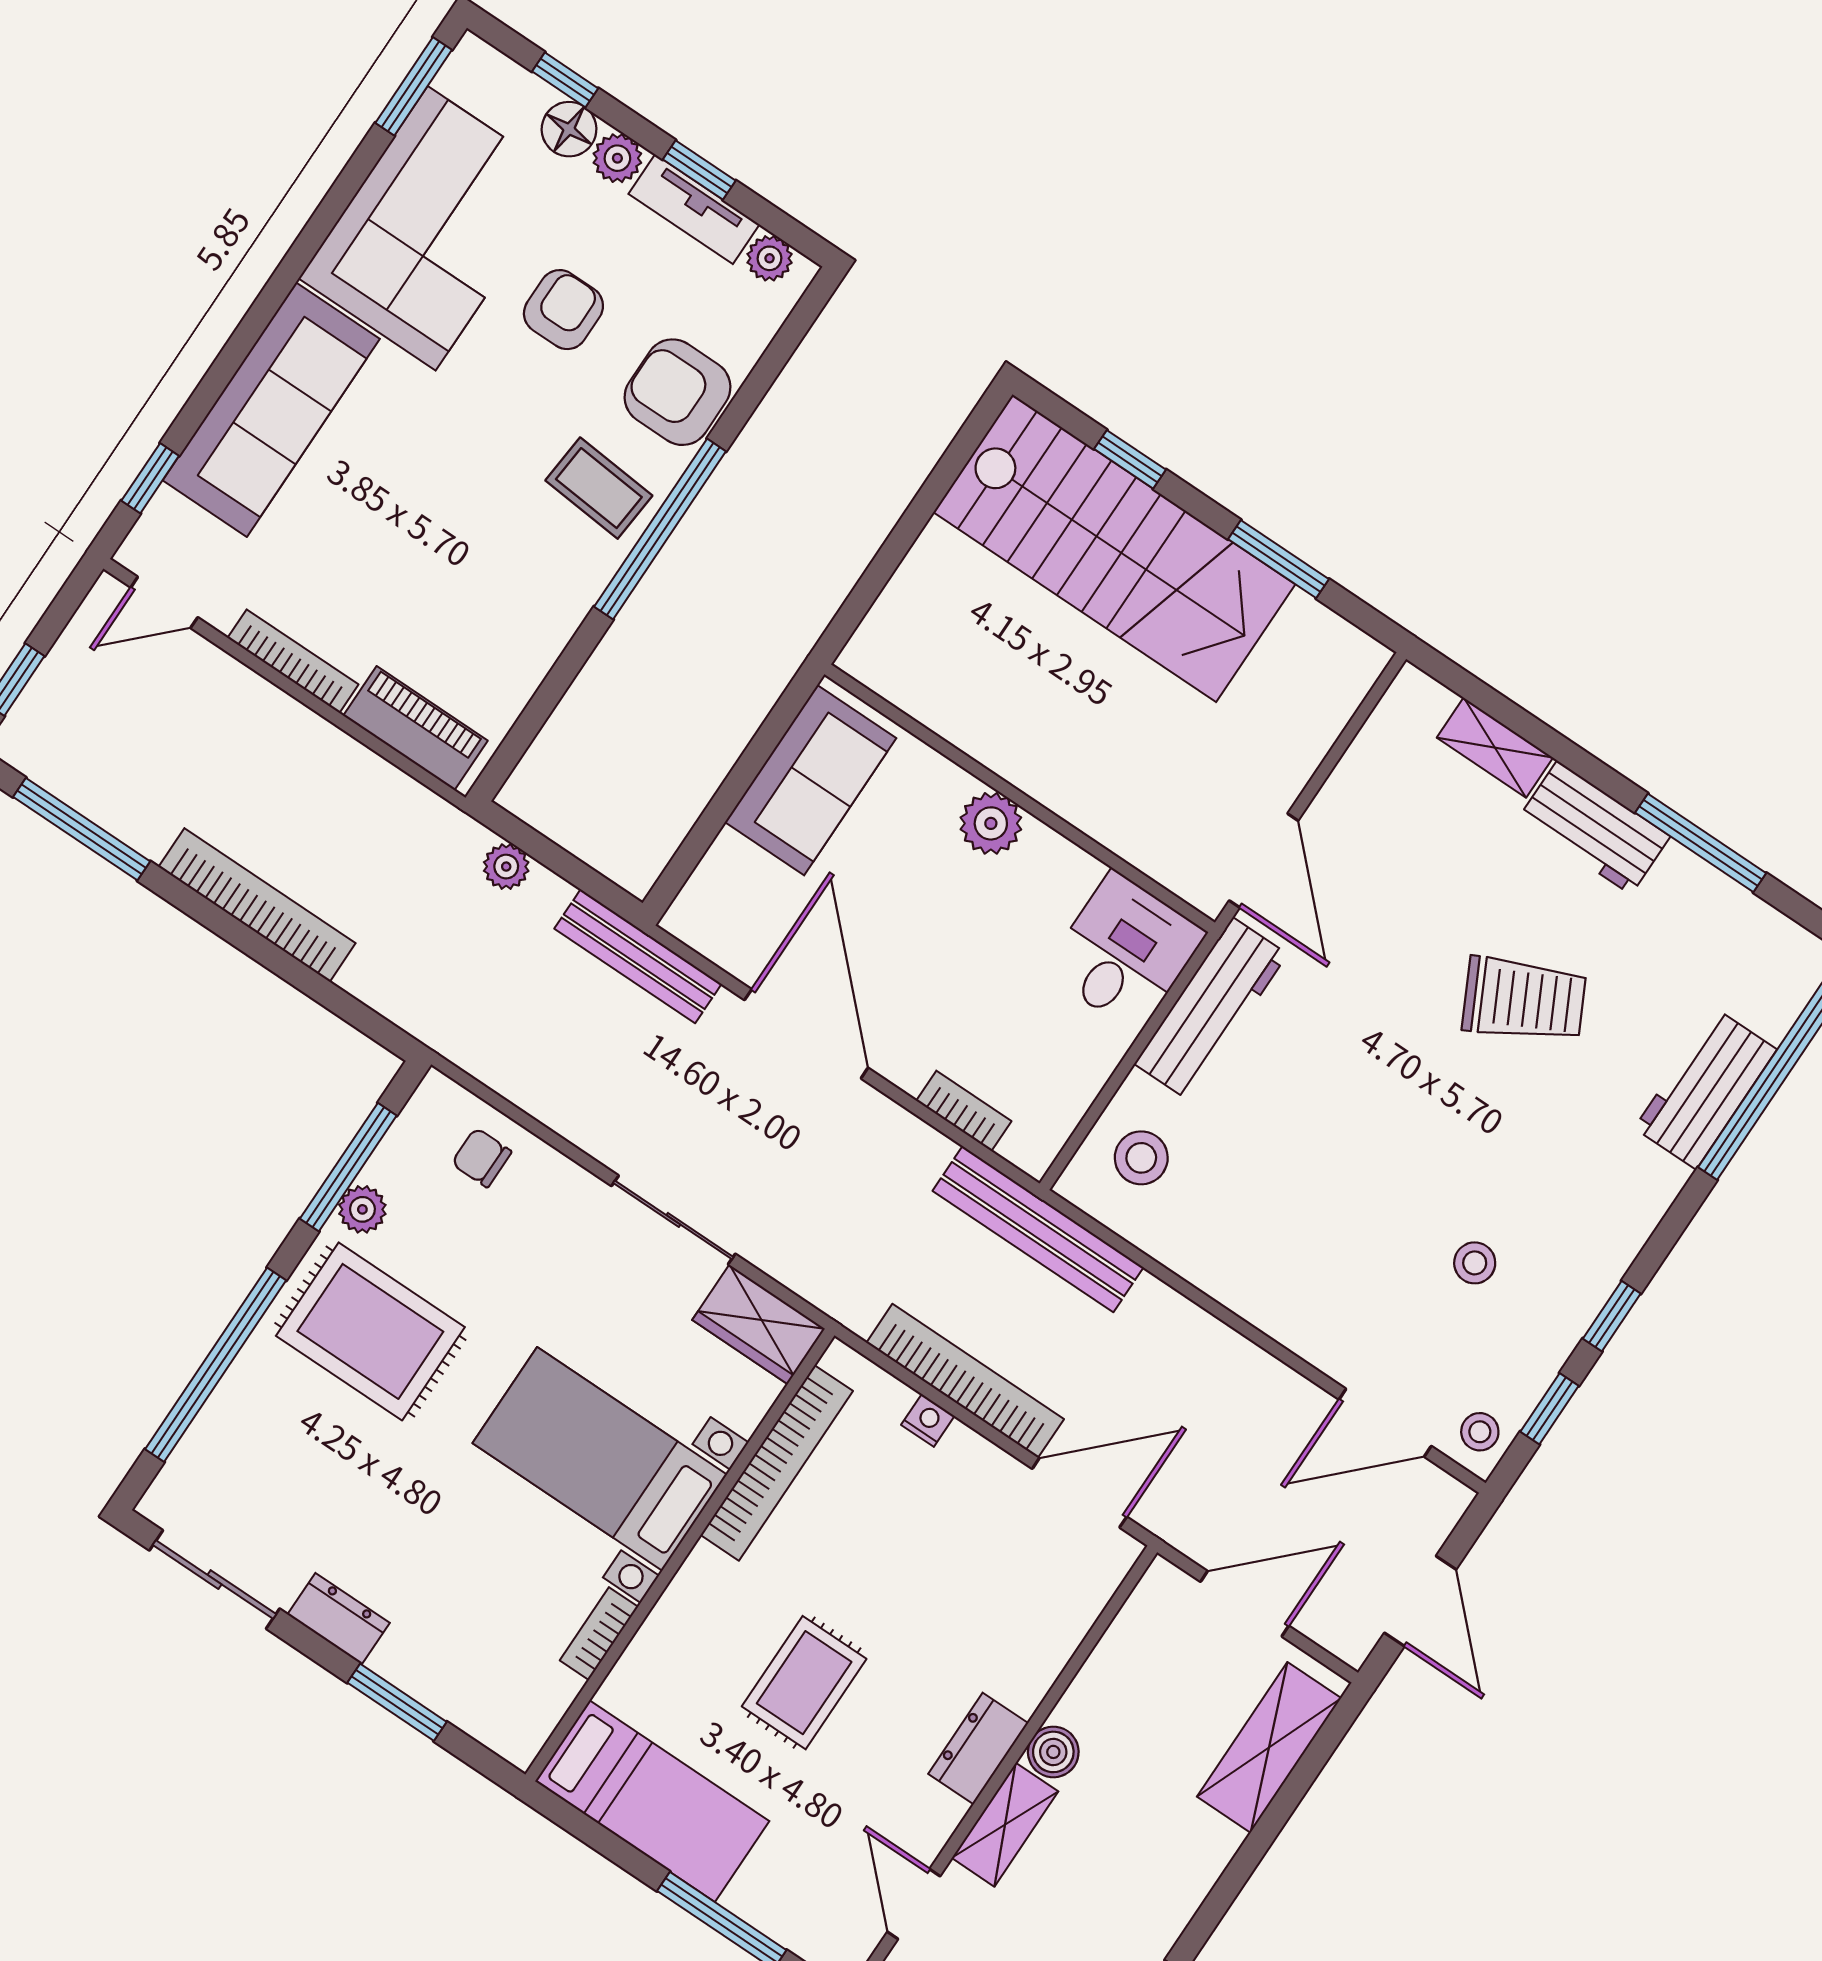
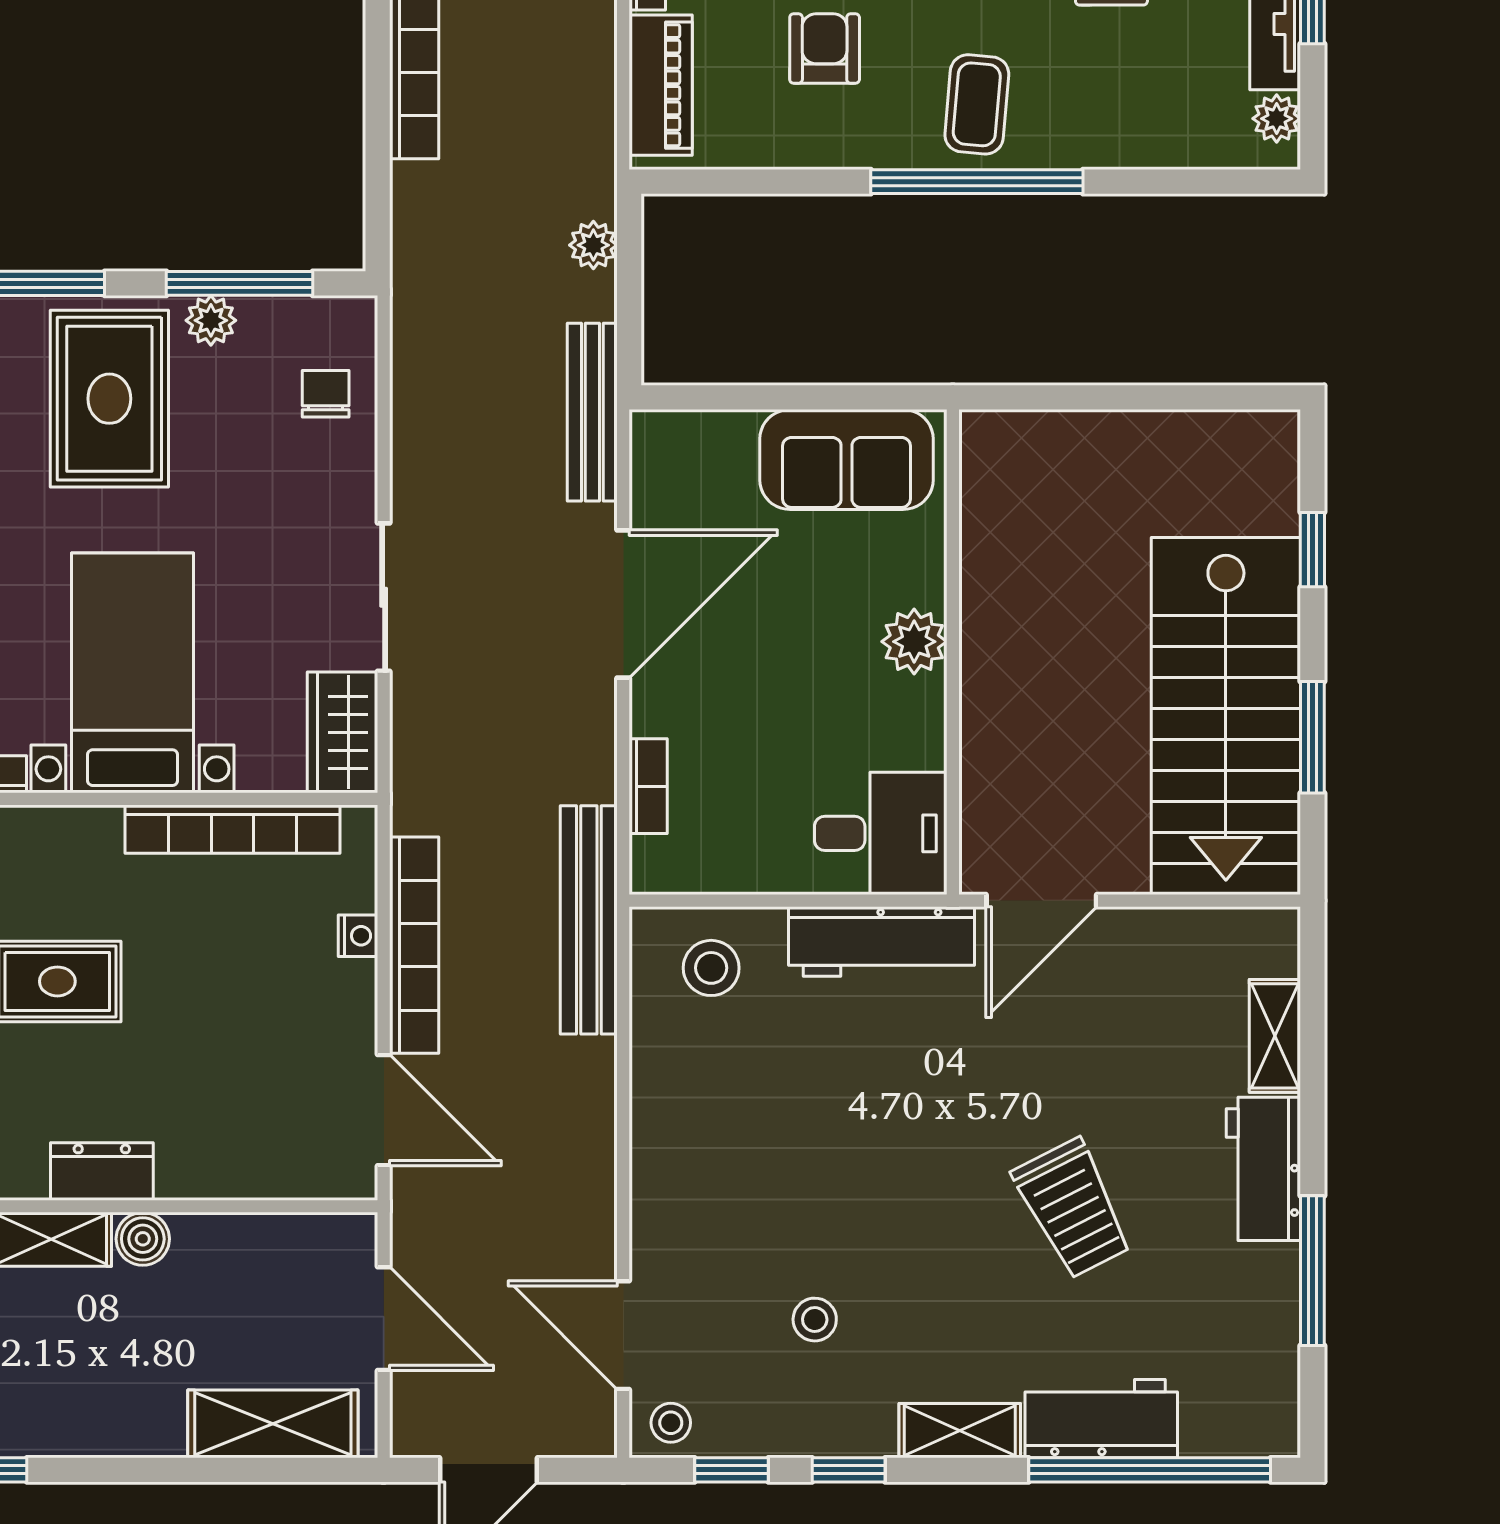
armchair: (678, 392) -> (825, 48), moved, width x0.72, depth x0.72
stairs: (1114, 548) -> (1226, 716), moved
shelving: (1640, 1207) -> (960, 1431), added

